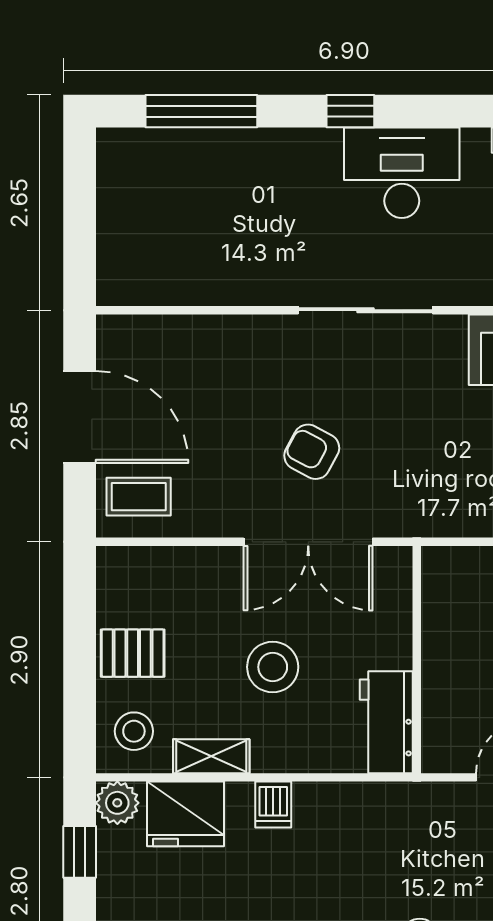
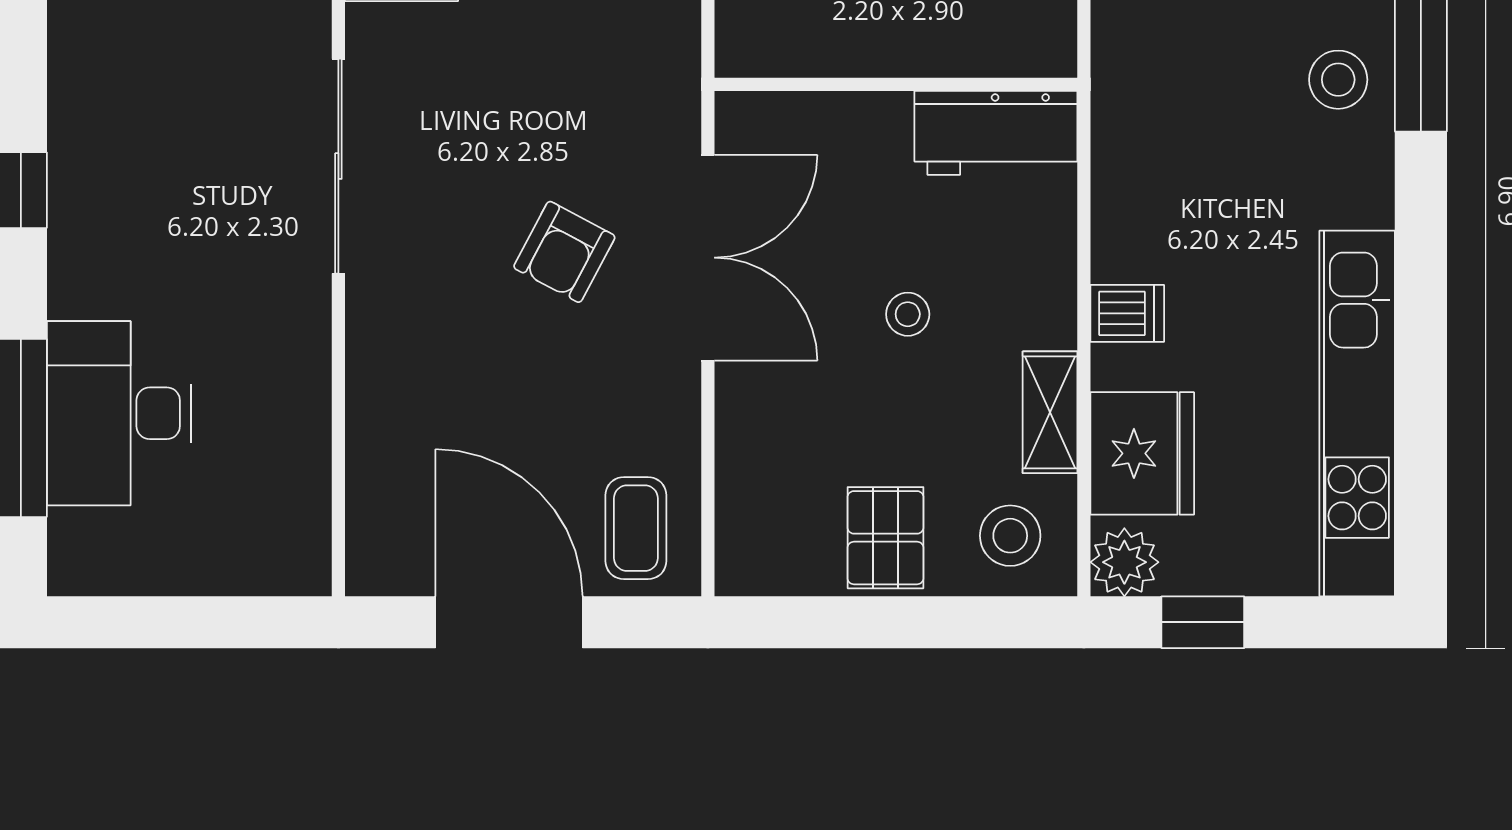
desk: (402, 173) -> (119, 413), moved
door: (80, 417) -> (509, 622), hinge flipped
stool: (273, 667) -> (908, 314), width x0.53, depth x0.53

